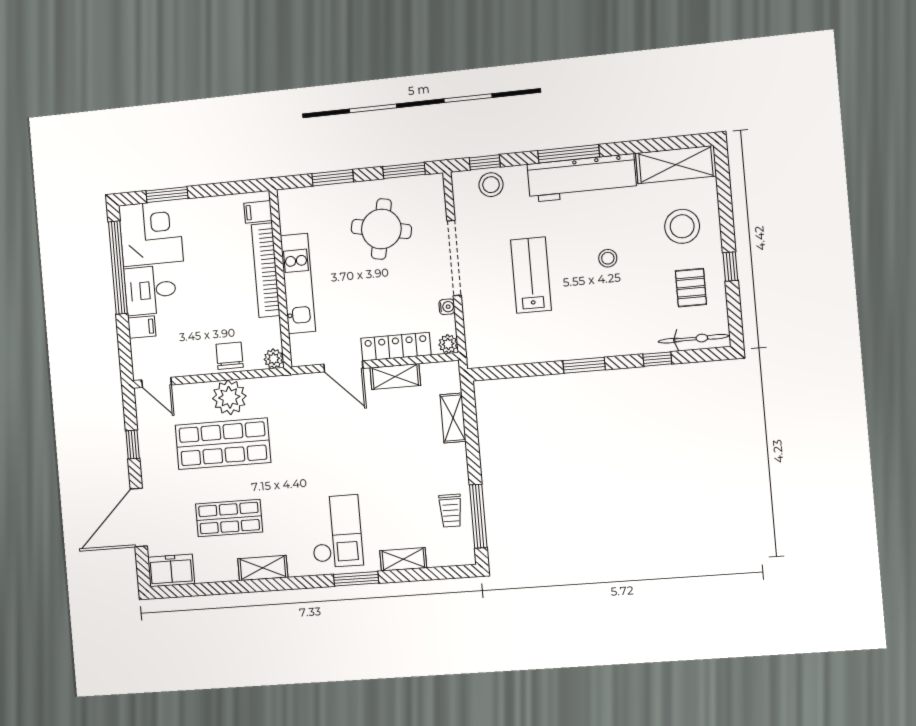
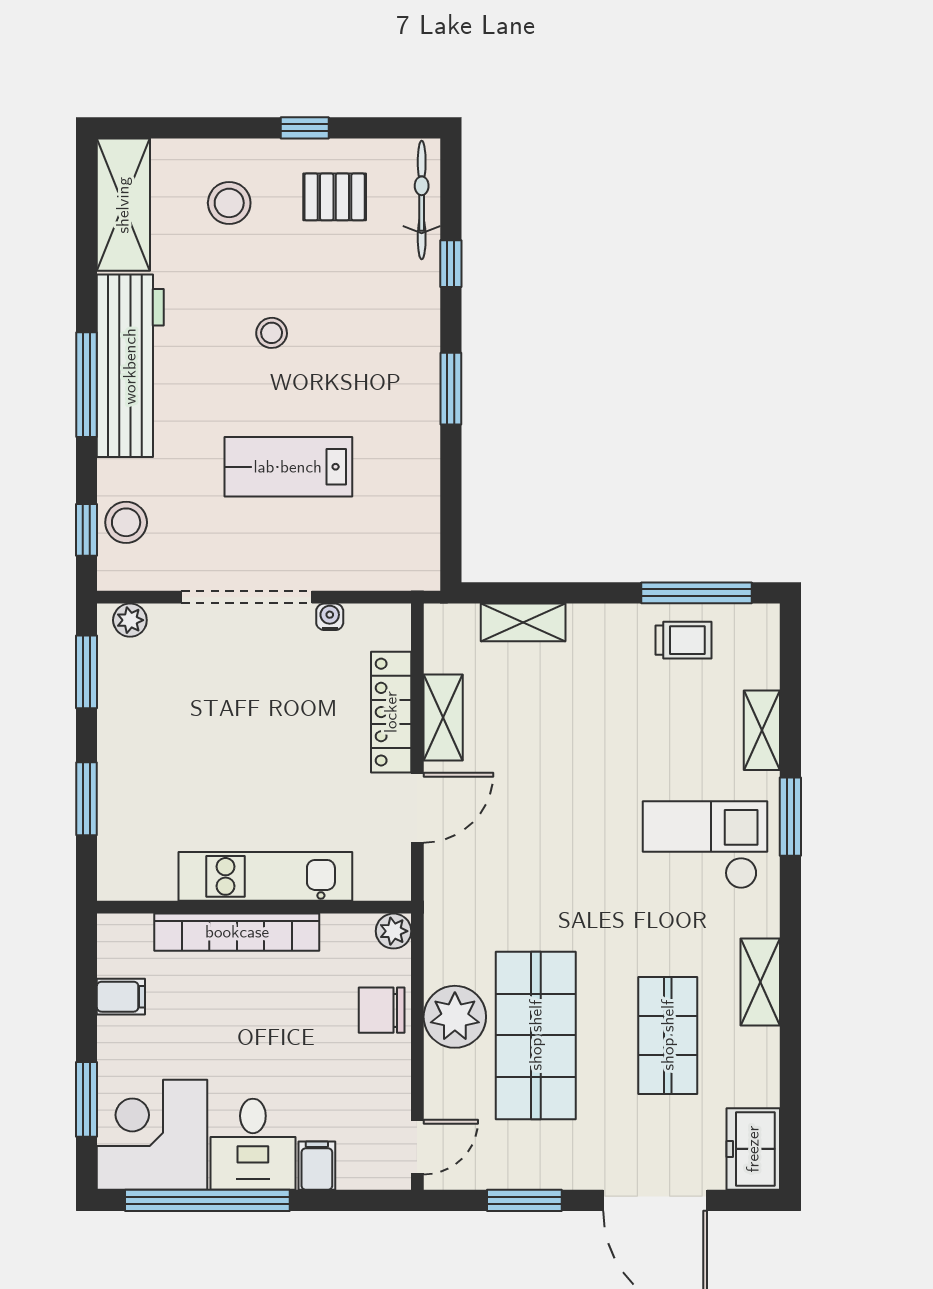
filing cabinet: (258, 212) -> (121, 997), moved, turned -90
stool: (682, 226) -> (229, 203), width x0.73, depth x0.73
round table: (381, 229) -> (184, 720), removed
plant: (448, 344) -> (130, 620), moved
window: (133, 445) -> (524, 1200), width x1.50

